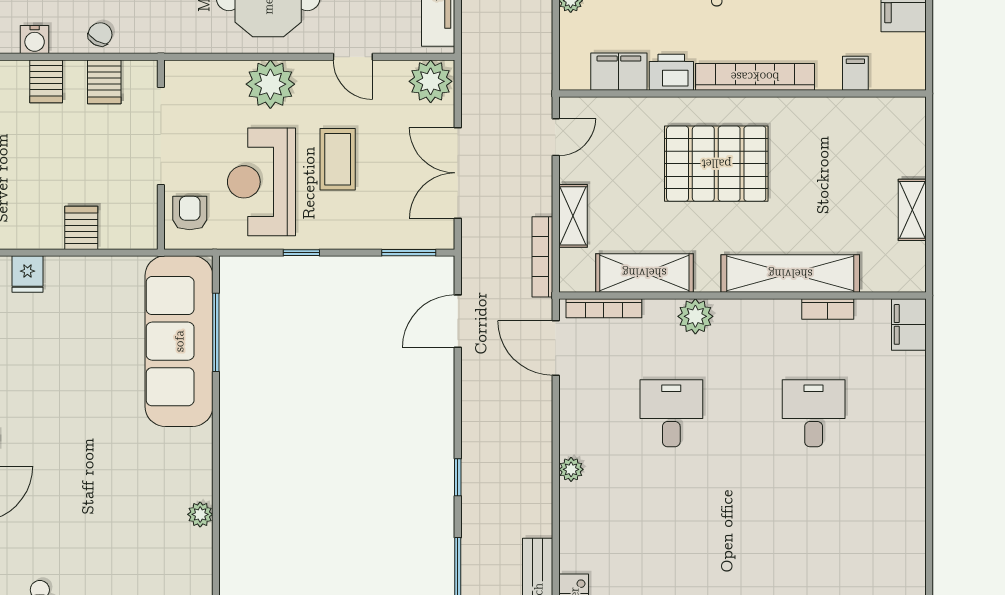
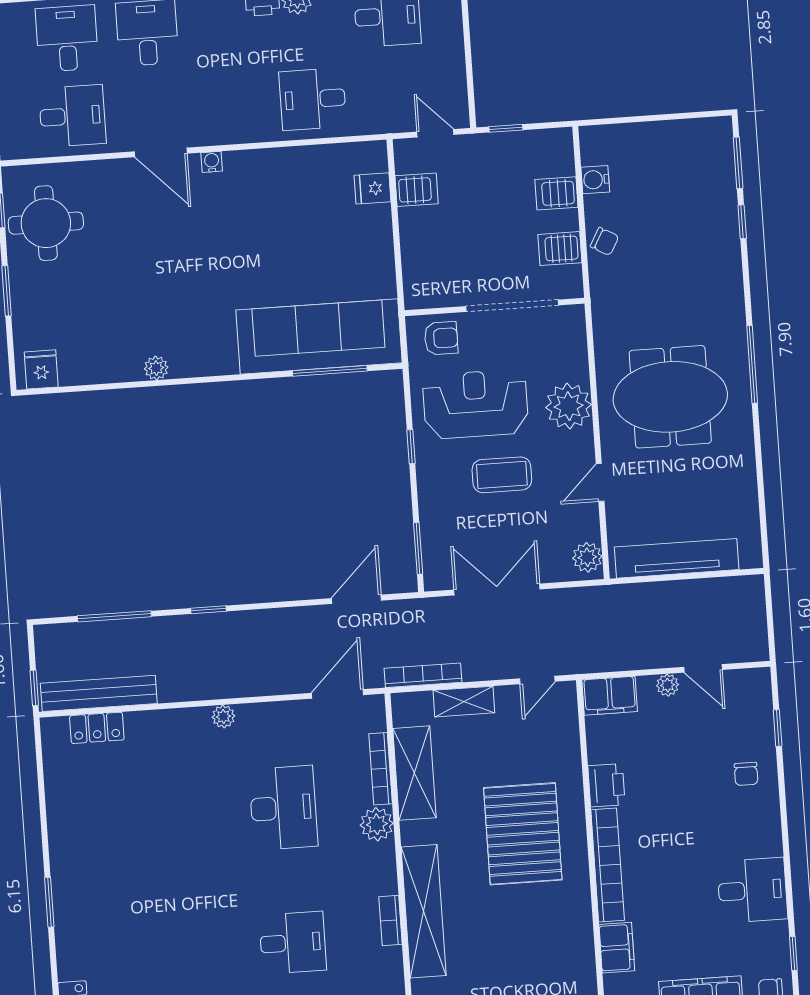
filing cabinet: (619, 72) -> (610, 696), moved, turned 90
filing cabinet: (855, 73) -> (617, 948), width x2.00
plant: (431, 81) -> (587, 557), width x0.73, depth x0.73
door: (556, 137) -> (537, 680), hinge flipped
server rack: (81, 228) -> (417, 190), moved
bookcase: (604, 308) -> (381, 769), moved
bookcase: (828, 309) -> (391, 921), moved
door: (458, 321) -> (356, 599), hinge flipped
desk: (671, 413) -> (283, 808), width x1.37

